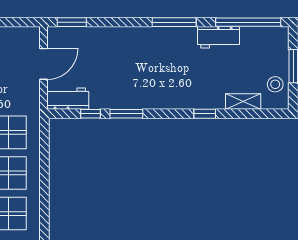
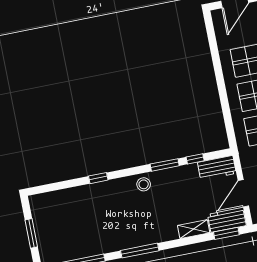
workbench: (218, 37) -> (227, 220), moved
stool: (275, 84) -> (144, 184), moved
shelving: (243, 102) -> (194, 229), moved

